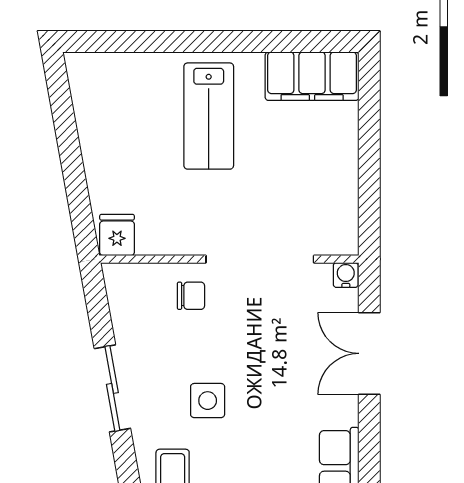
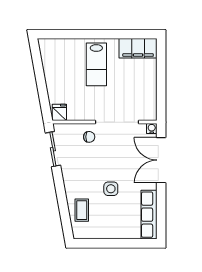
double door: (369, 353) -> (161, 160), width x1.37
sliding door: (112, 388) -> (53, 149), moved
side table: (208, 401) -> (111, 189), moved

